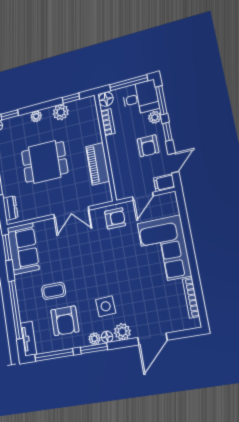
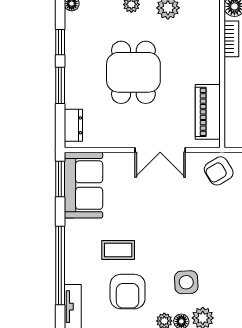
dining table: (45, 162) -> (133, 72), turned 90
piano: (98, 164) -> (208, 112), moved
armchair: (115, 218) -> (219, 171), turned 149

